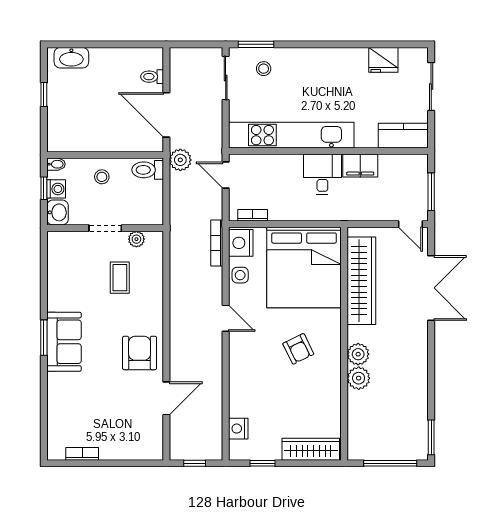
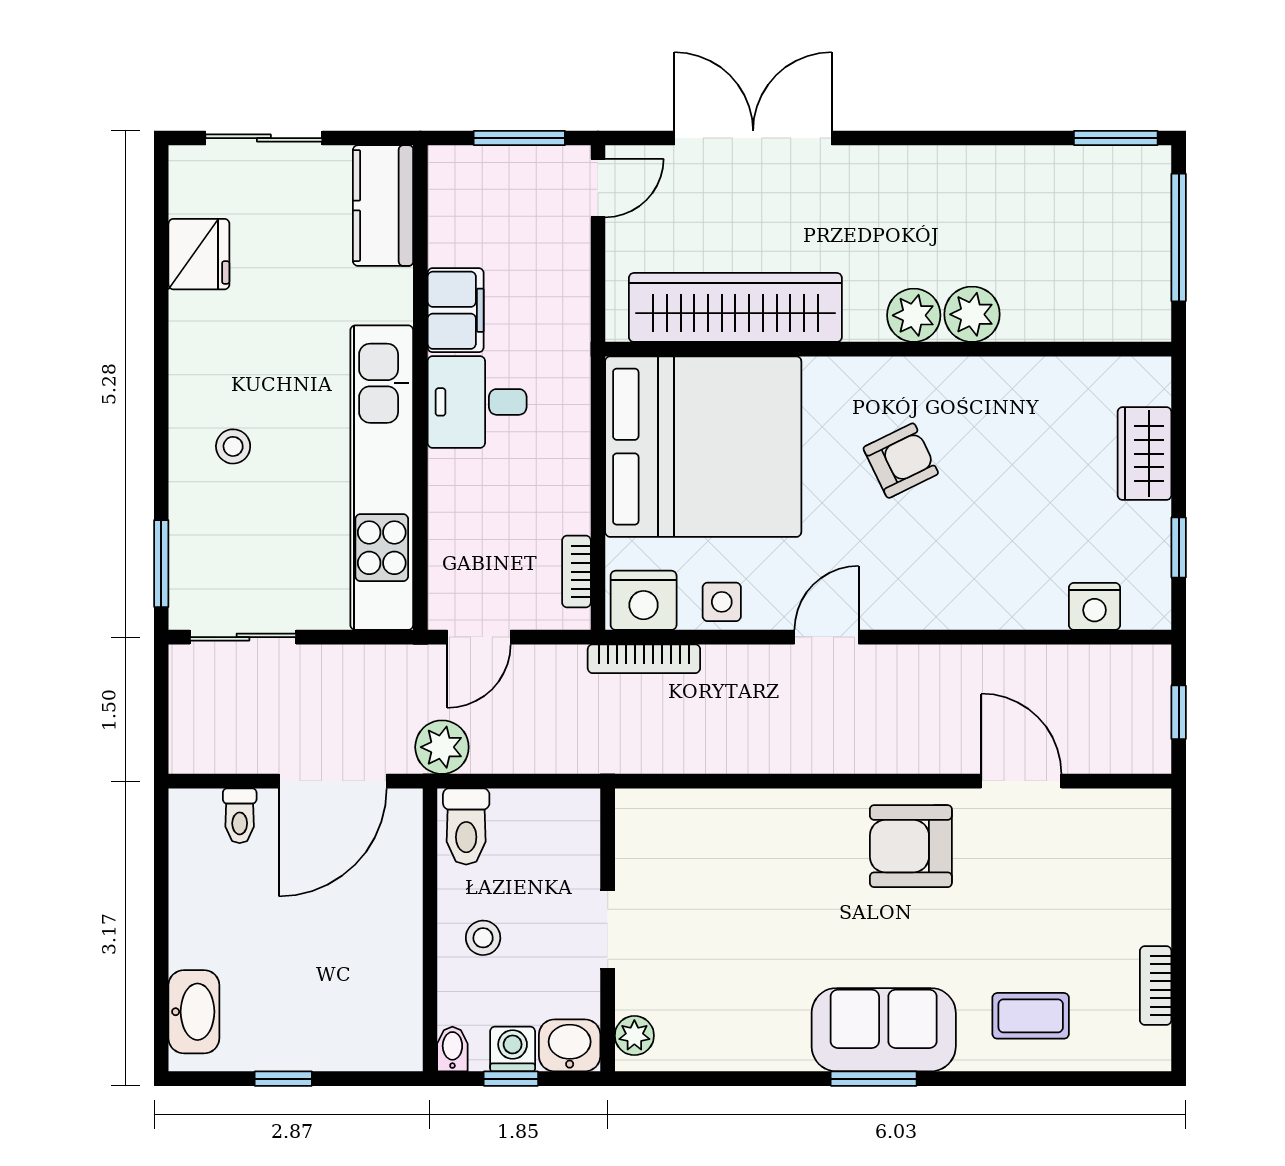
stool: (264, 69) -> (233, 446), moved
plant: (136, 239) -> (634, 1036), moved
coffee table: (120, 278) -> (1031, 1016), moved
wardrobe: (311, 449) -> (1144, 454), width x0.67

